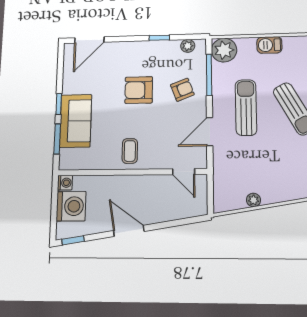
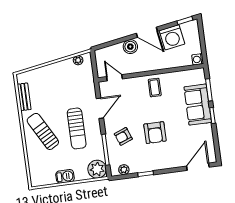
armchair: (139, 90) -> (155, 133), turned 90
plant: (253, 200) -> (78, 60), moved
washing machine: (71, 206) -> (172, 37), moved, turned -99
boiler: (155, 213) -> (130, 47), added

